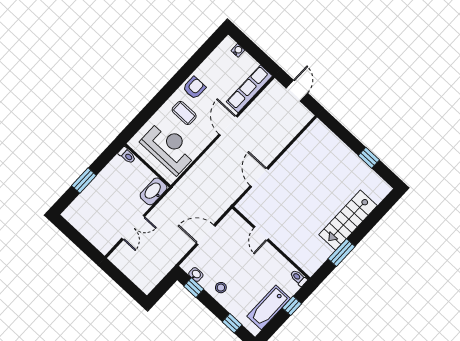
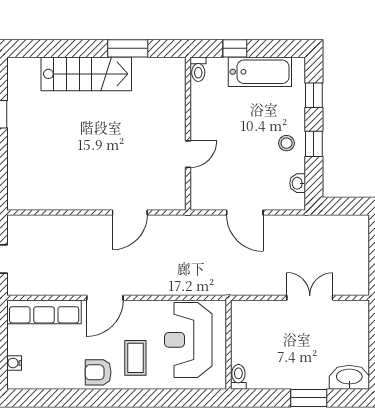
washbasin: (154, 191) -> (349, 377), moved, turned 180
window: (194, 288) -> (314, 144), moved

